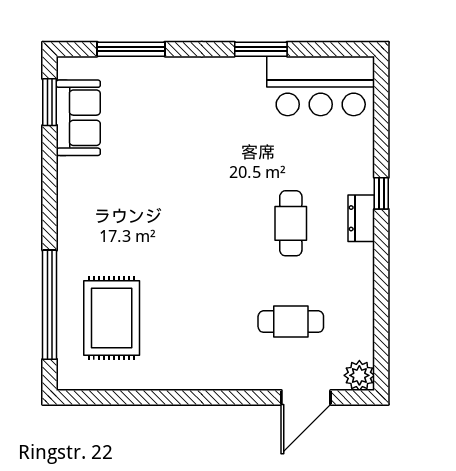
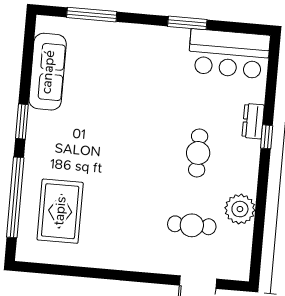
window: (50, 102) -> (22, 122), moved
sofa: (78, 118) -> (48, 72), width x1.36
dresser: (361, 218) -> (253, 121), moved
plant: (359, 375) -> (240, 209), moved, width x1.36, depth x1.36

